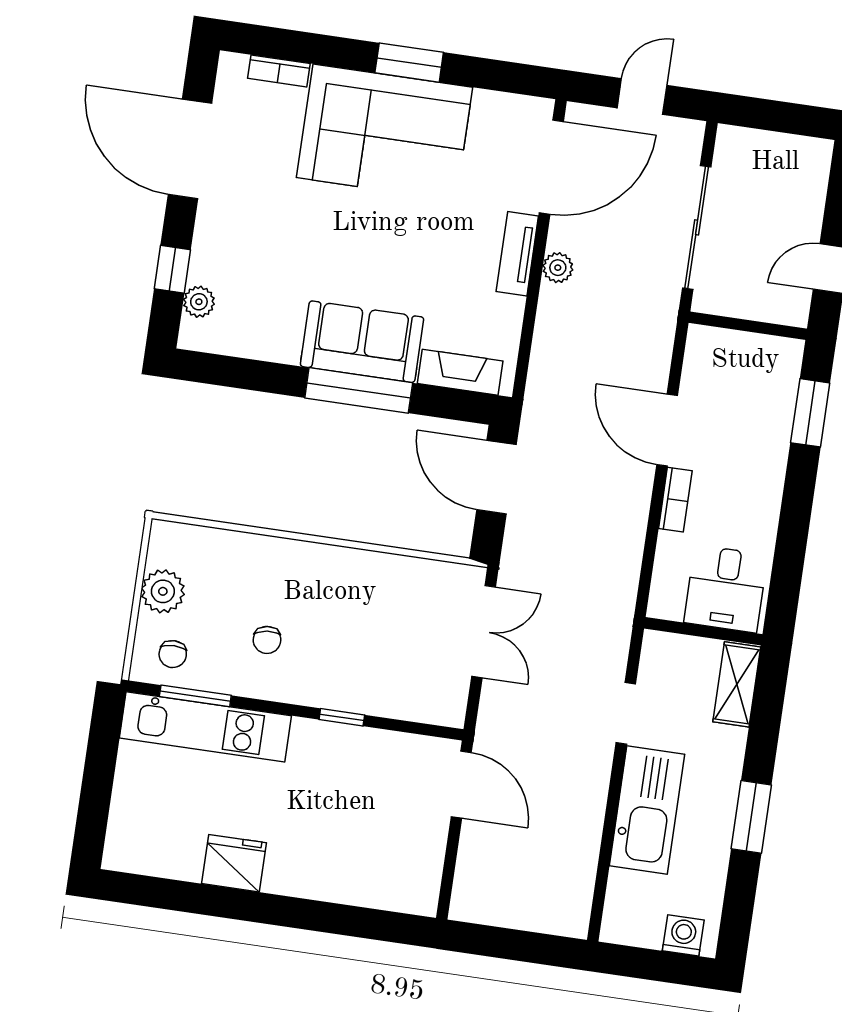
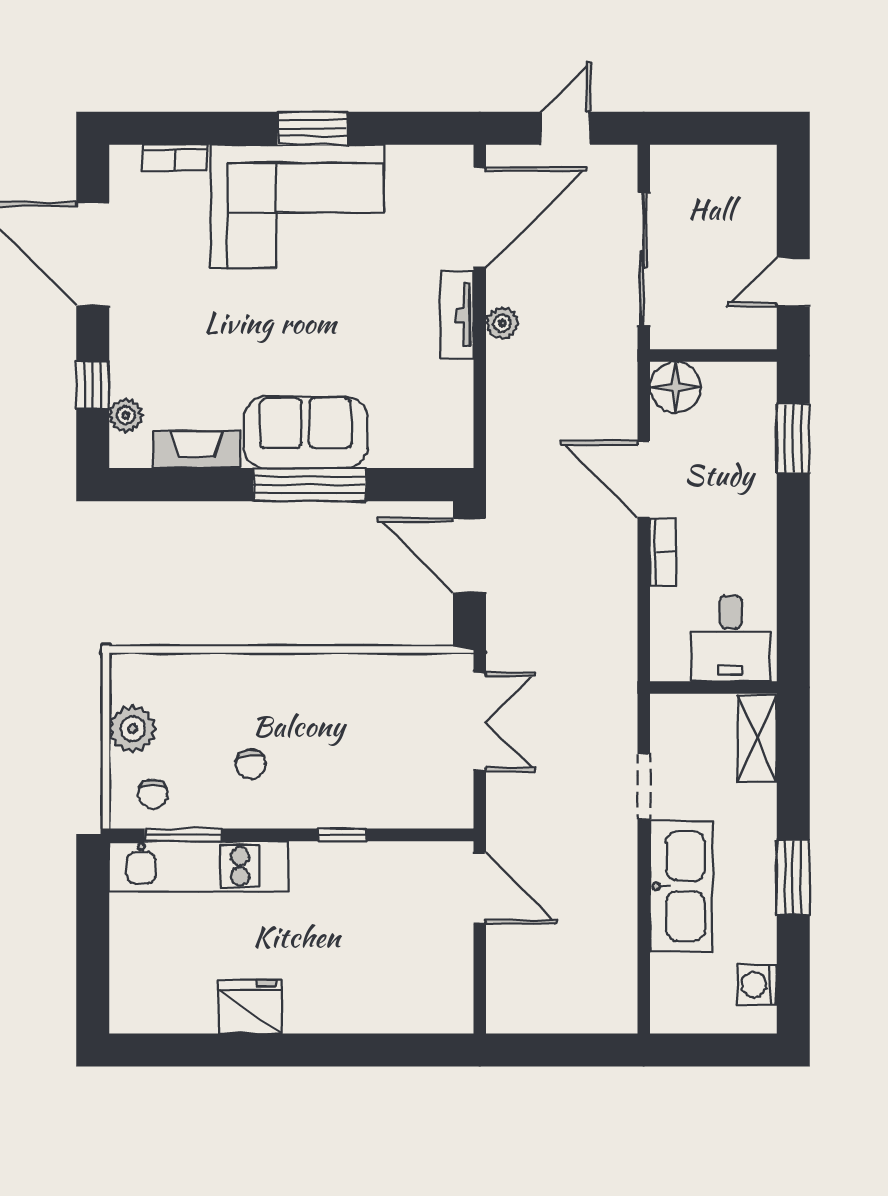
floor lamp: (709, 350) -> (675, 387), added
fireplace: (460, 372) -> (197, 450), moved
washing machine: (683, 935) -> (757, 985), moved, turned -90

